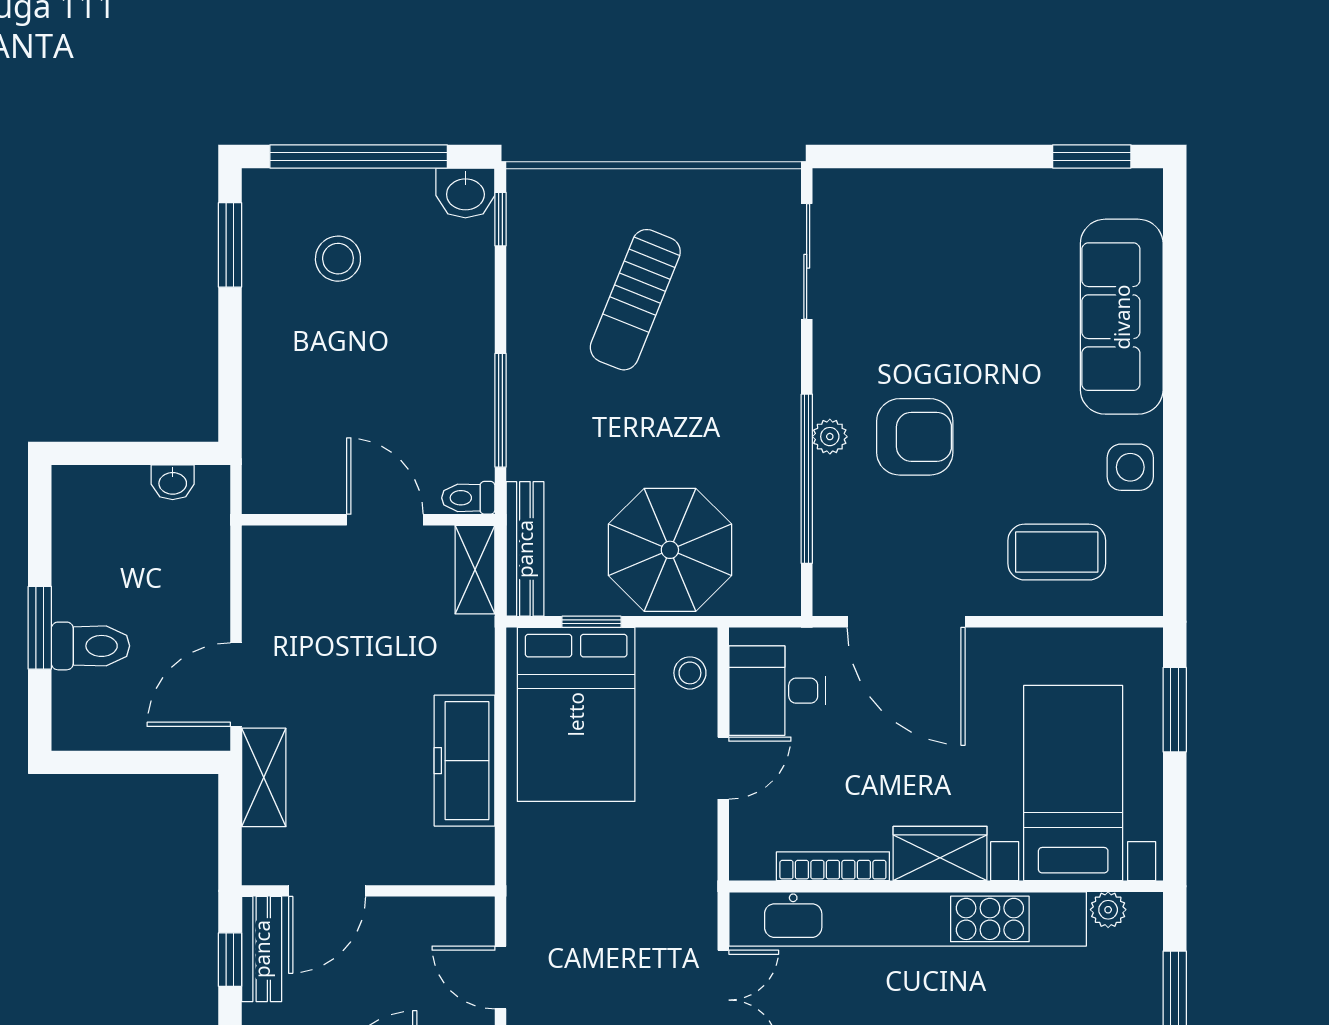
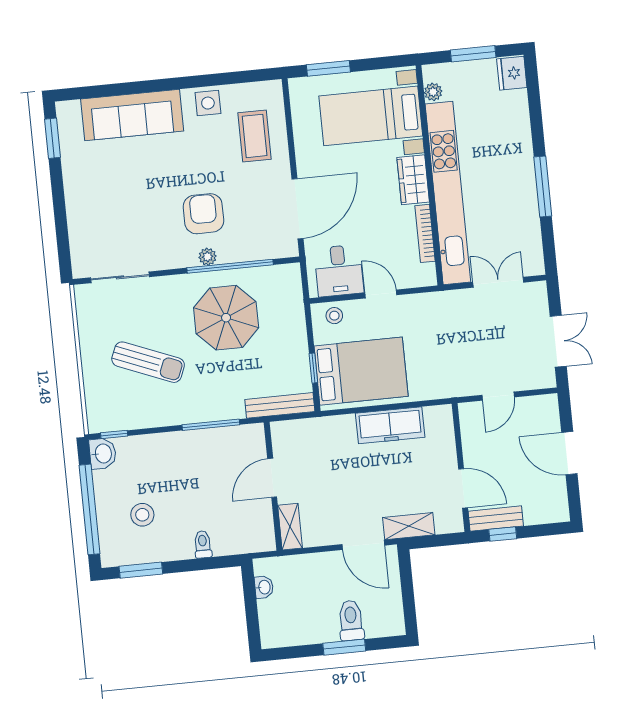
toilet: (468, 498) -> (203, 544), moved, turned 180
parasol: (670, 550) -> (226, 318), moved
shelving: (475, 570) -> (290, 527), moved, turned 90

